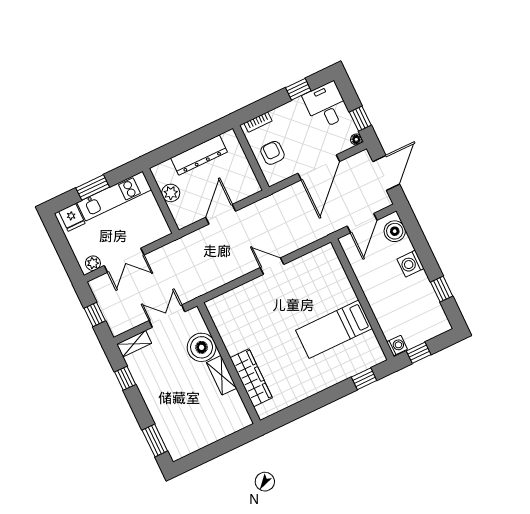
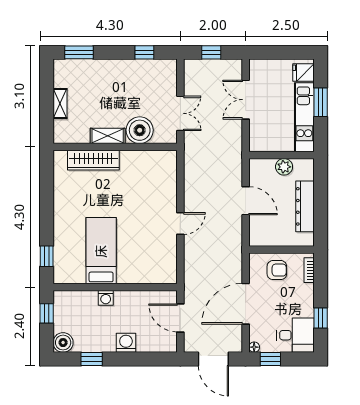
door: (319, 167) -> (246, 304), hinge flipped
boiler: (395, 231) -> (63, 343), moved
plant: (93, 263) -> (256, 72), removed
shelving: (134, 344) -> (60, 104), moved
washing machine: (397, 346) -> (106, 298), moved

